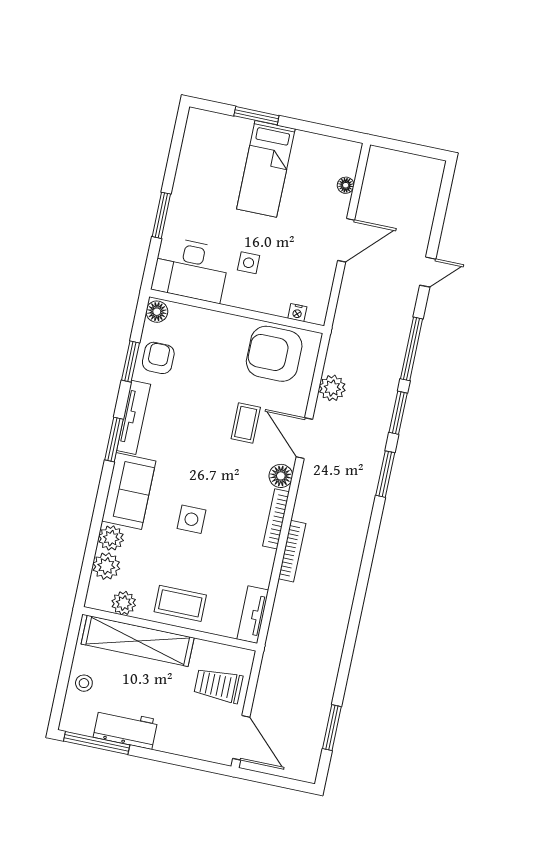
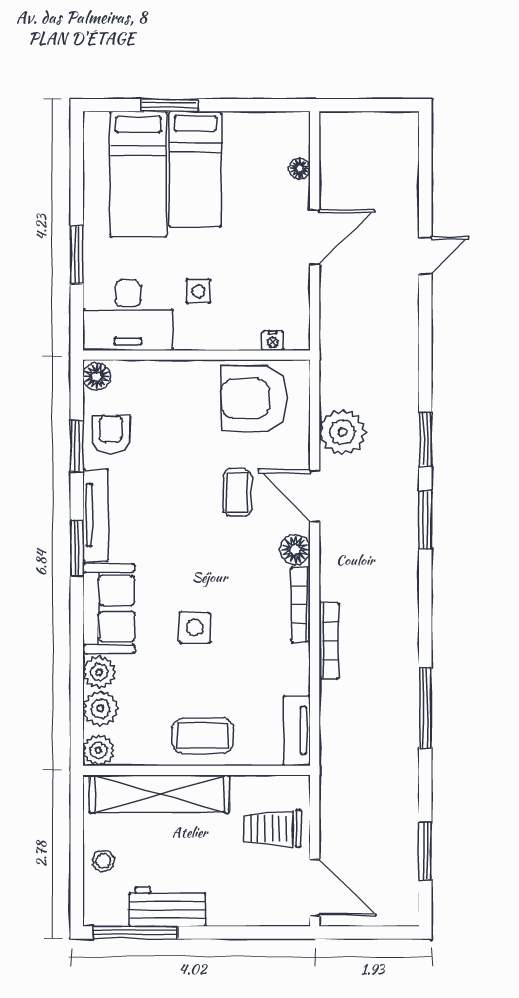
bed: (221, 164) -> (138, 174), added
window: (412, 349) -> (425, 708), moved
plant: (332, 388) -> (342, 432), width x1.36, depth x1.36
plant: (124, 603) -> (98, 750), moved

